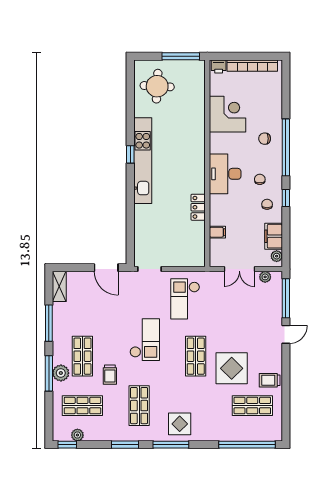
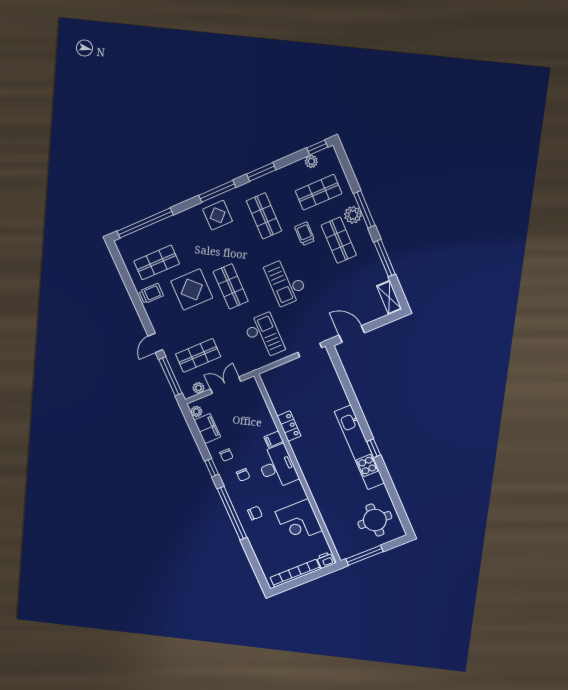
filing cabinet: (217, 232) -> (274, 439), moved
shop shelf: (252, 307) -> (198, 355), added

